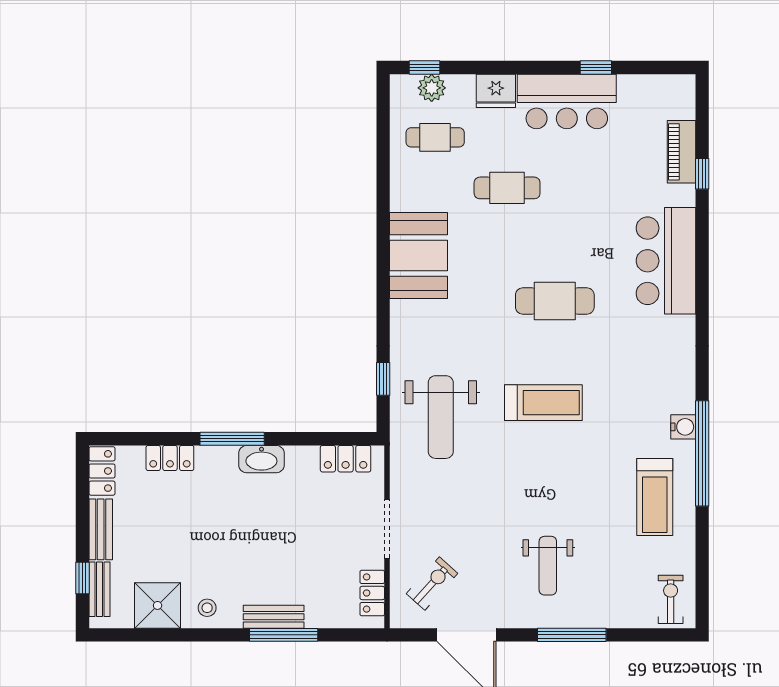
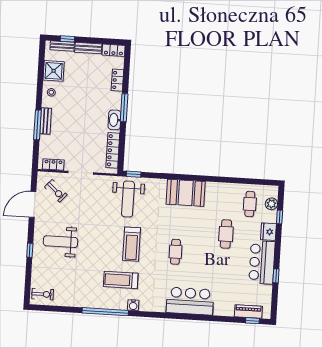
window: (425, 68) -> (280, 217), moved
piano: (681, 152) -> (248, 312), moved
window: (702, 174) -> (252, 321), moved
booth: (419, 256) -> (186, 193), moved
cafe table: (555, 301) -> (175, 252), width x0.73, depth x0.74
window: (383, 379) -> (134, 174), moved
weight bench: (441, 417) -> (128, 199), turned -90
water cooler: (683, 427) -> (133, 305), moved
locker: (346, 459) -> (113, 150), width x1.53
treadmill: (655, 497) -> (121, 280), moved
weight bench: (548, 566) -> (61, 242), width x1.36, depth x1.33
window: (572, 635) -> (30, 250), width x0.46

